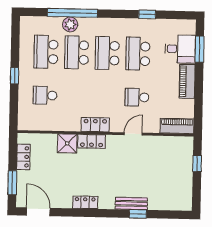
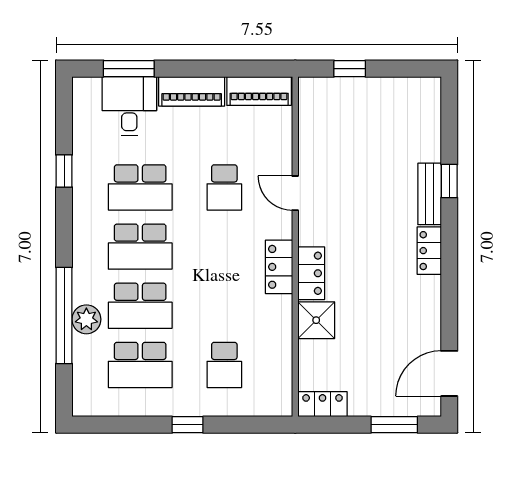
piano: (177, 126) -> (259, 91), moved, turned -90
locker: (23, 157) -> (323, 404), moved
locker: (85, 202) -> (429, 251), moved

